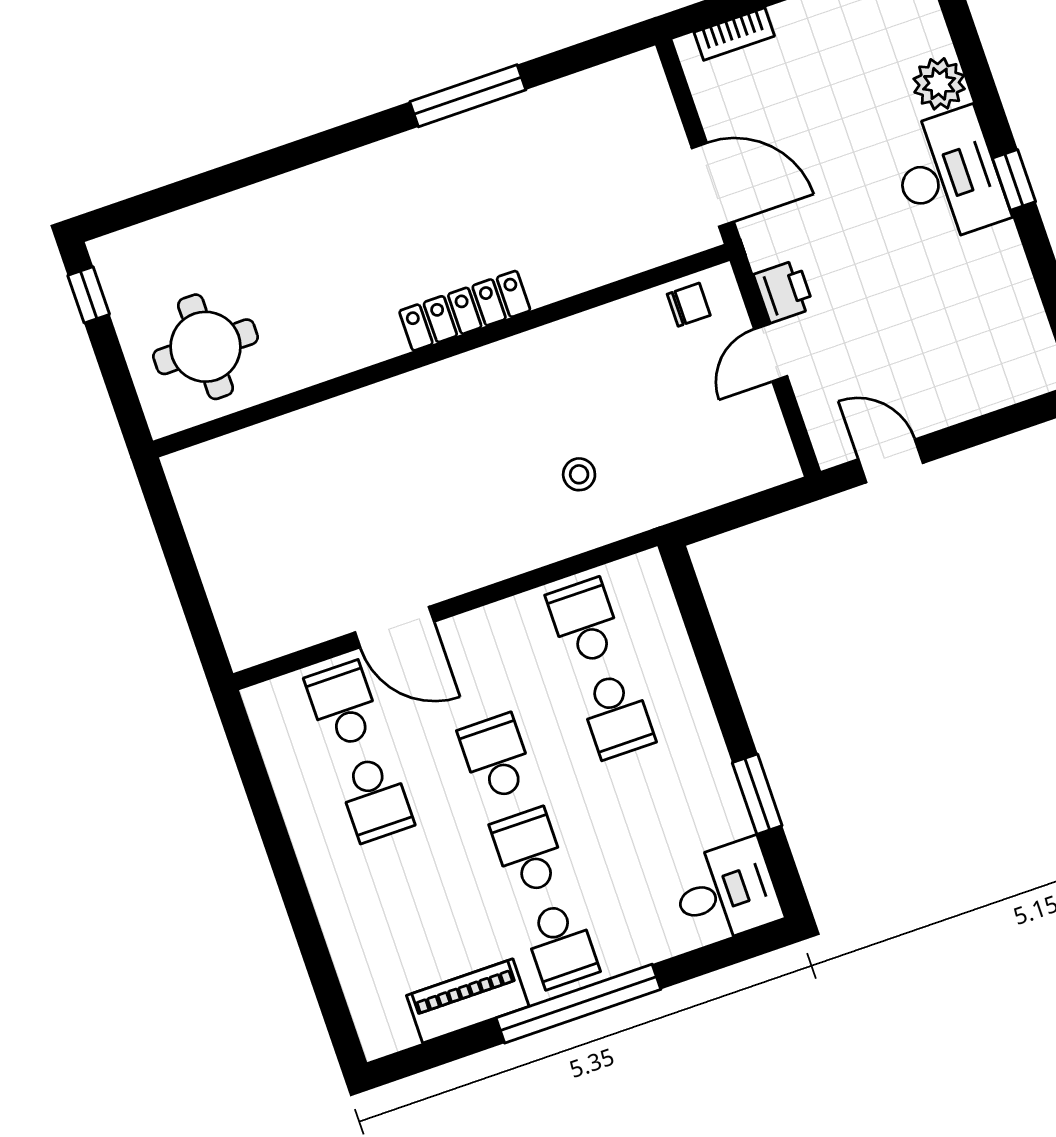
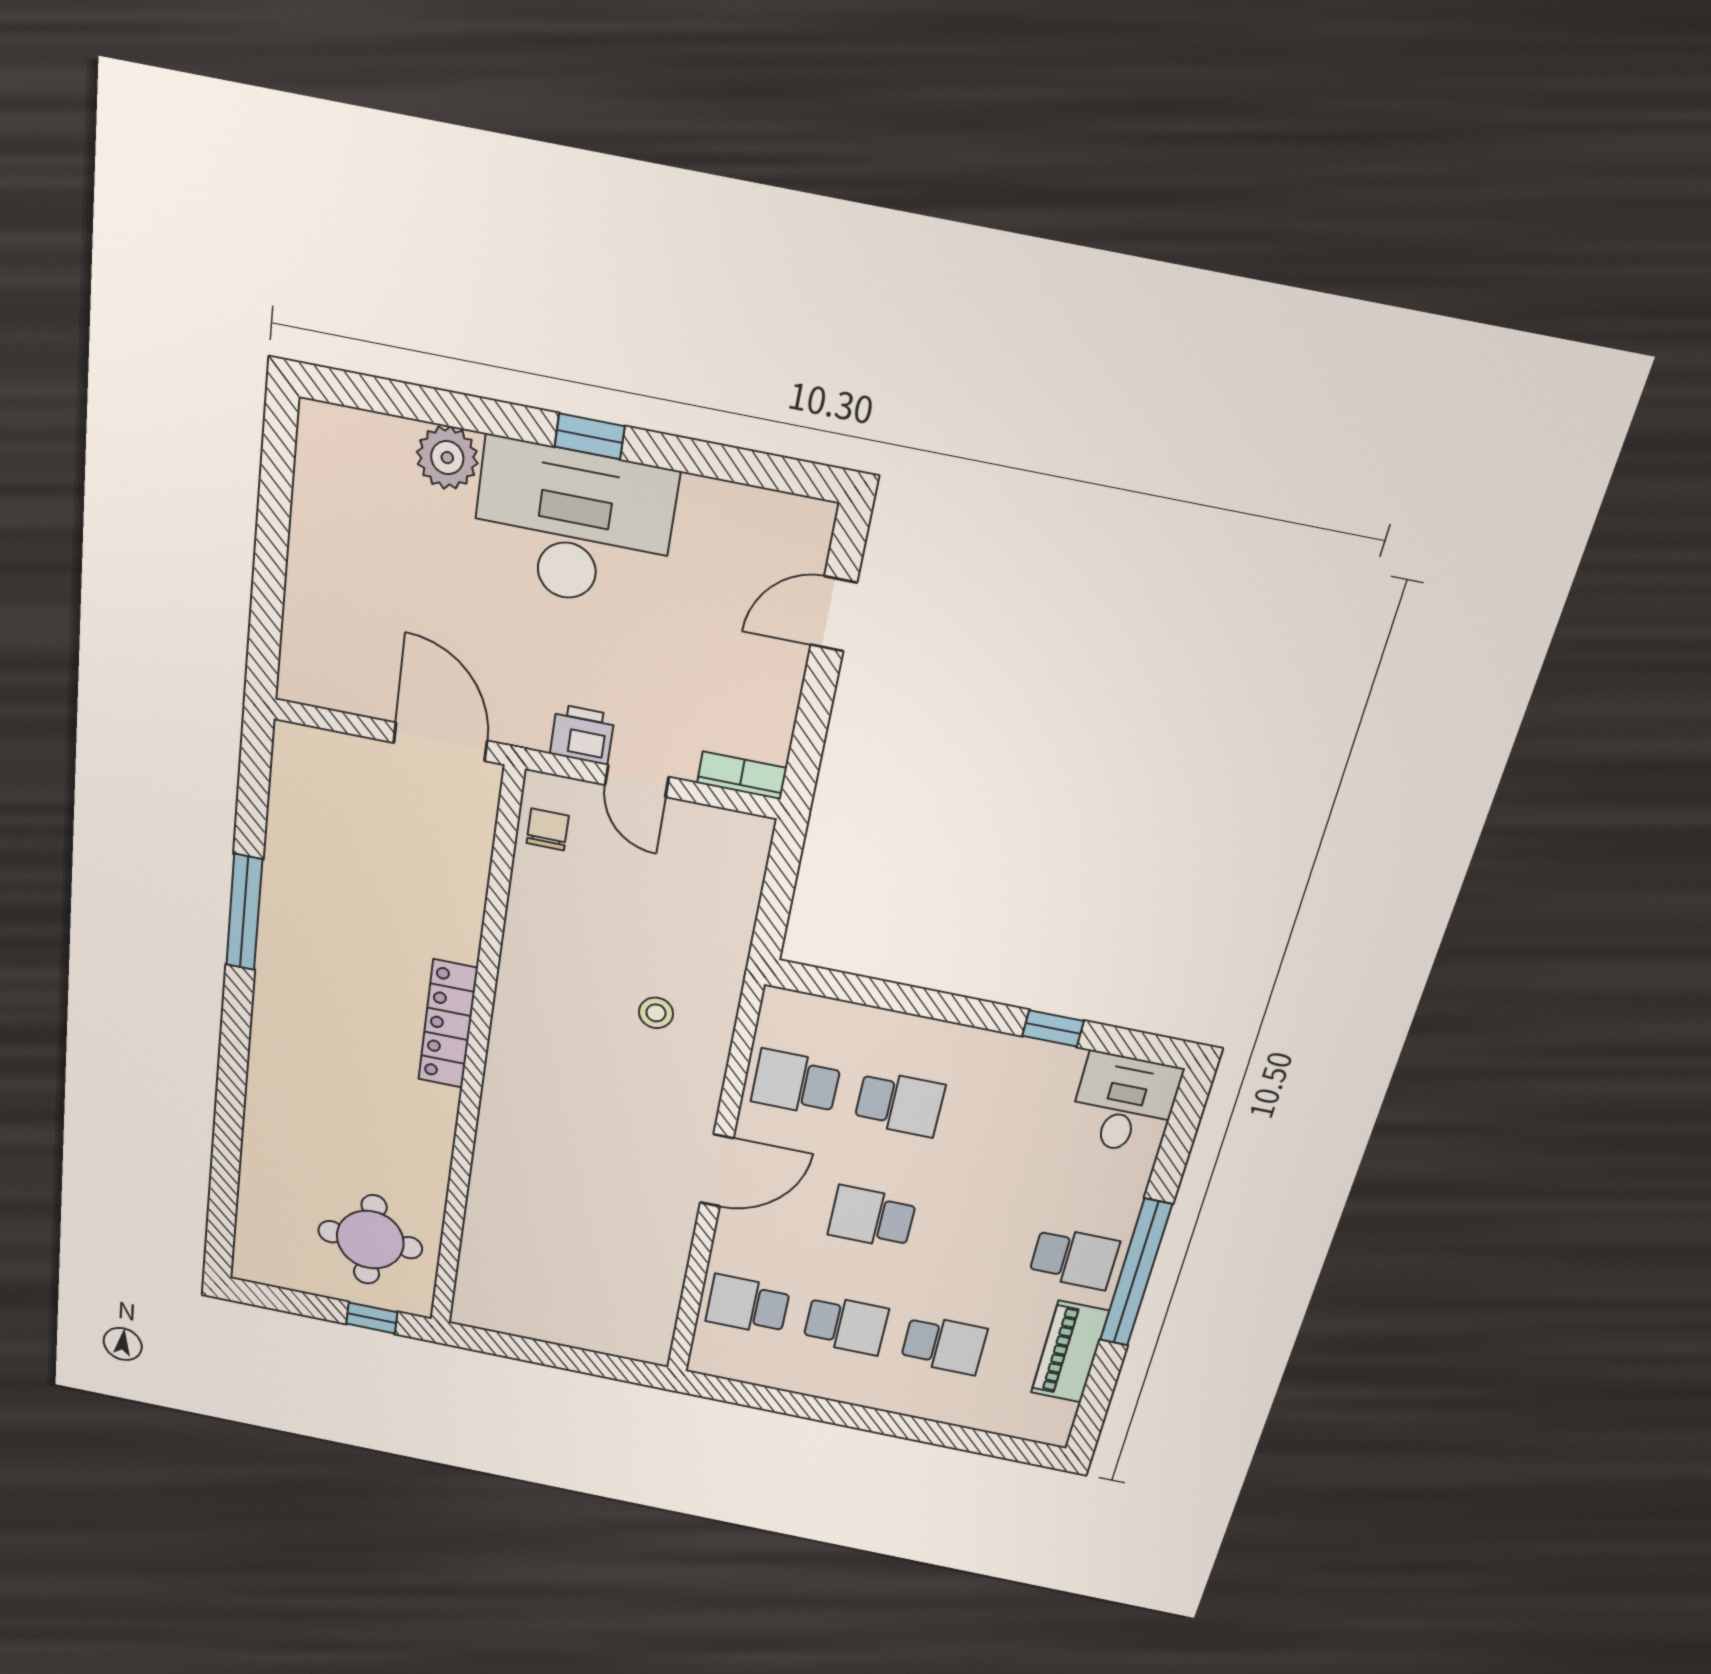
bookcase: (734, 34) -> (742, 775), moved, turned -90
desk: (948, 176) -> (573, 526), width x1.36, depth x1.30
door: (713, 185) -> (440, 742), hinge flipped
window: (89, 295) -> (372, 1318), moved
door: (891, 461) -> (834, 614), moved
door: (395, 627) -> (717, 1170), moved
window: (757, 794) -> (1053, 1028), width x0.67
school desk: (528, 851) -> (944, 1345), moved, turned 180

